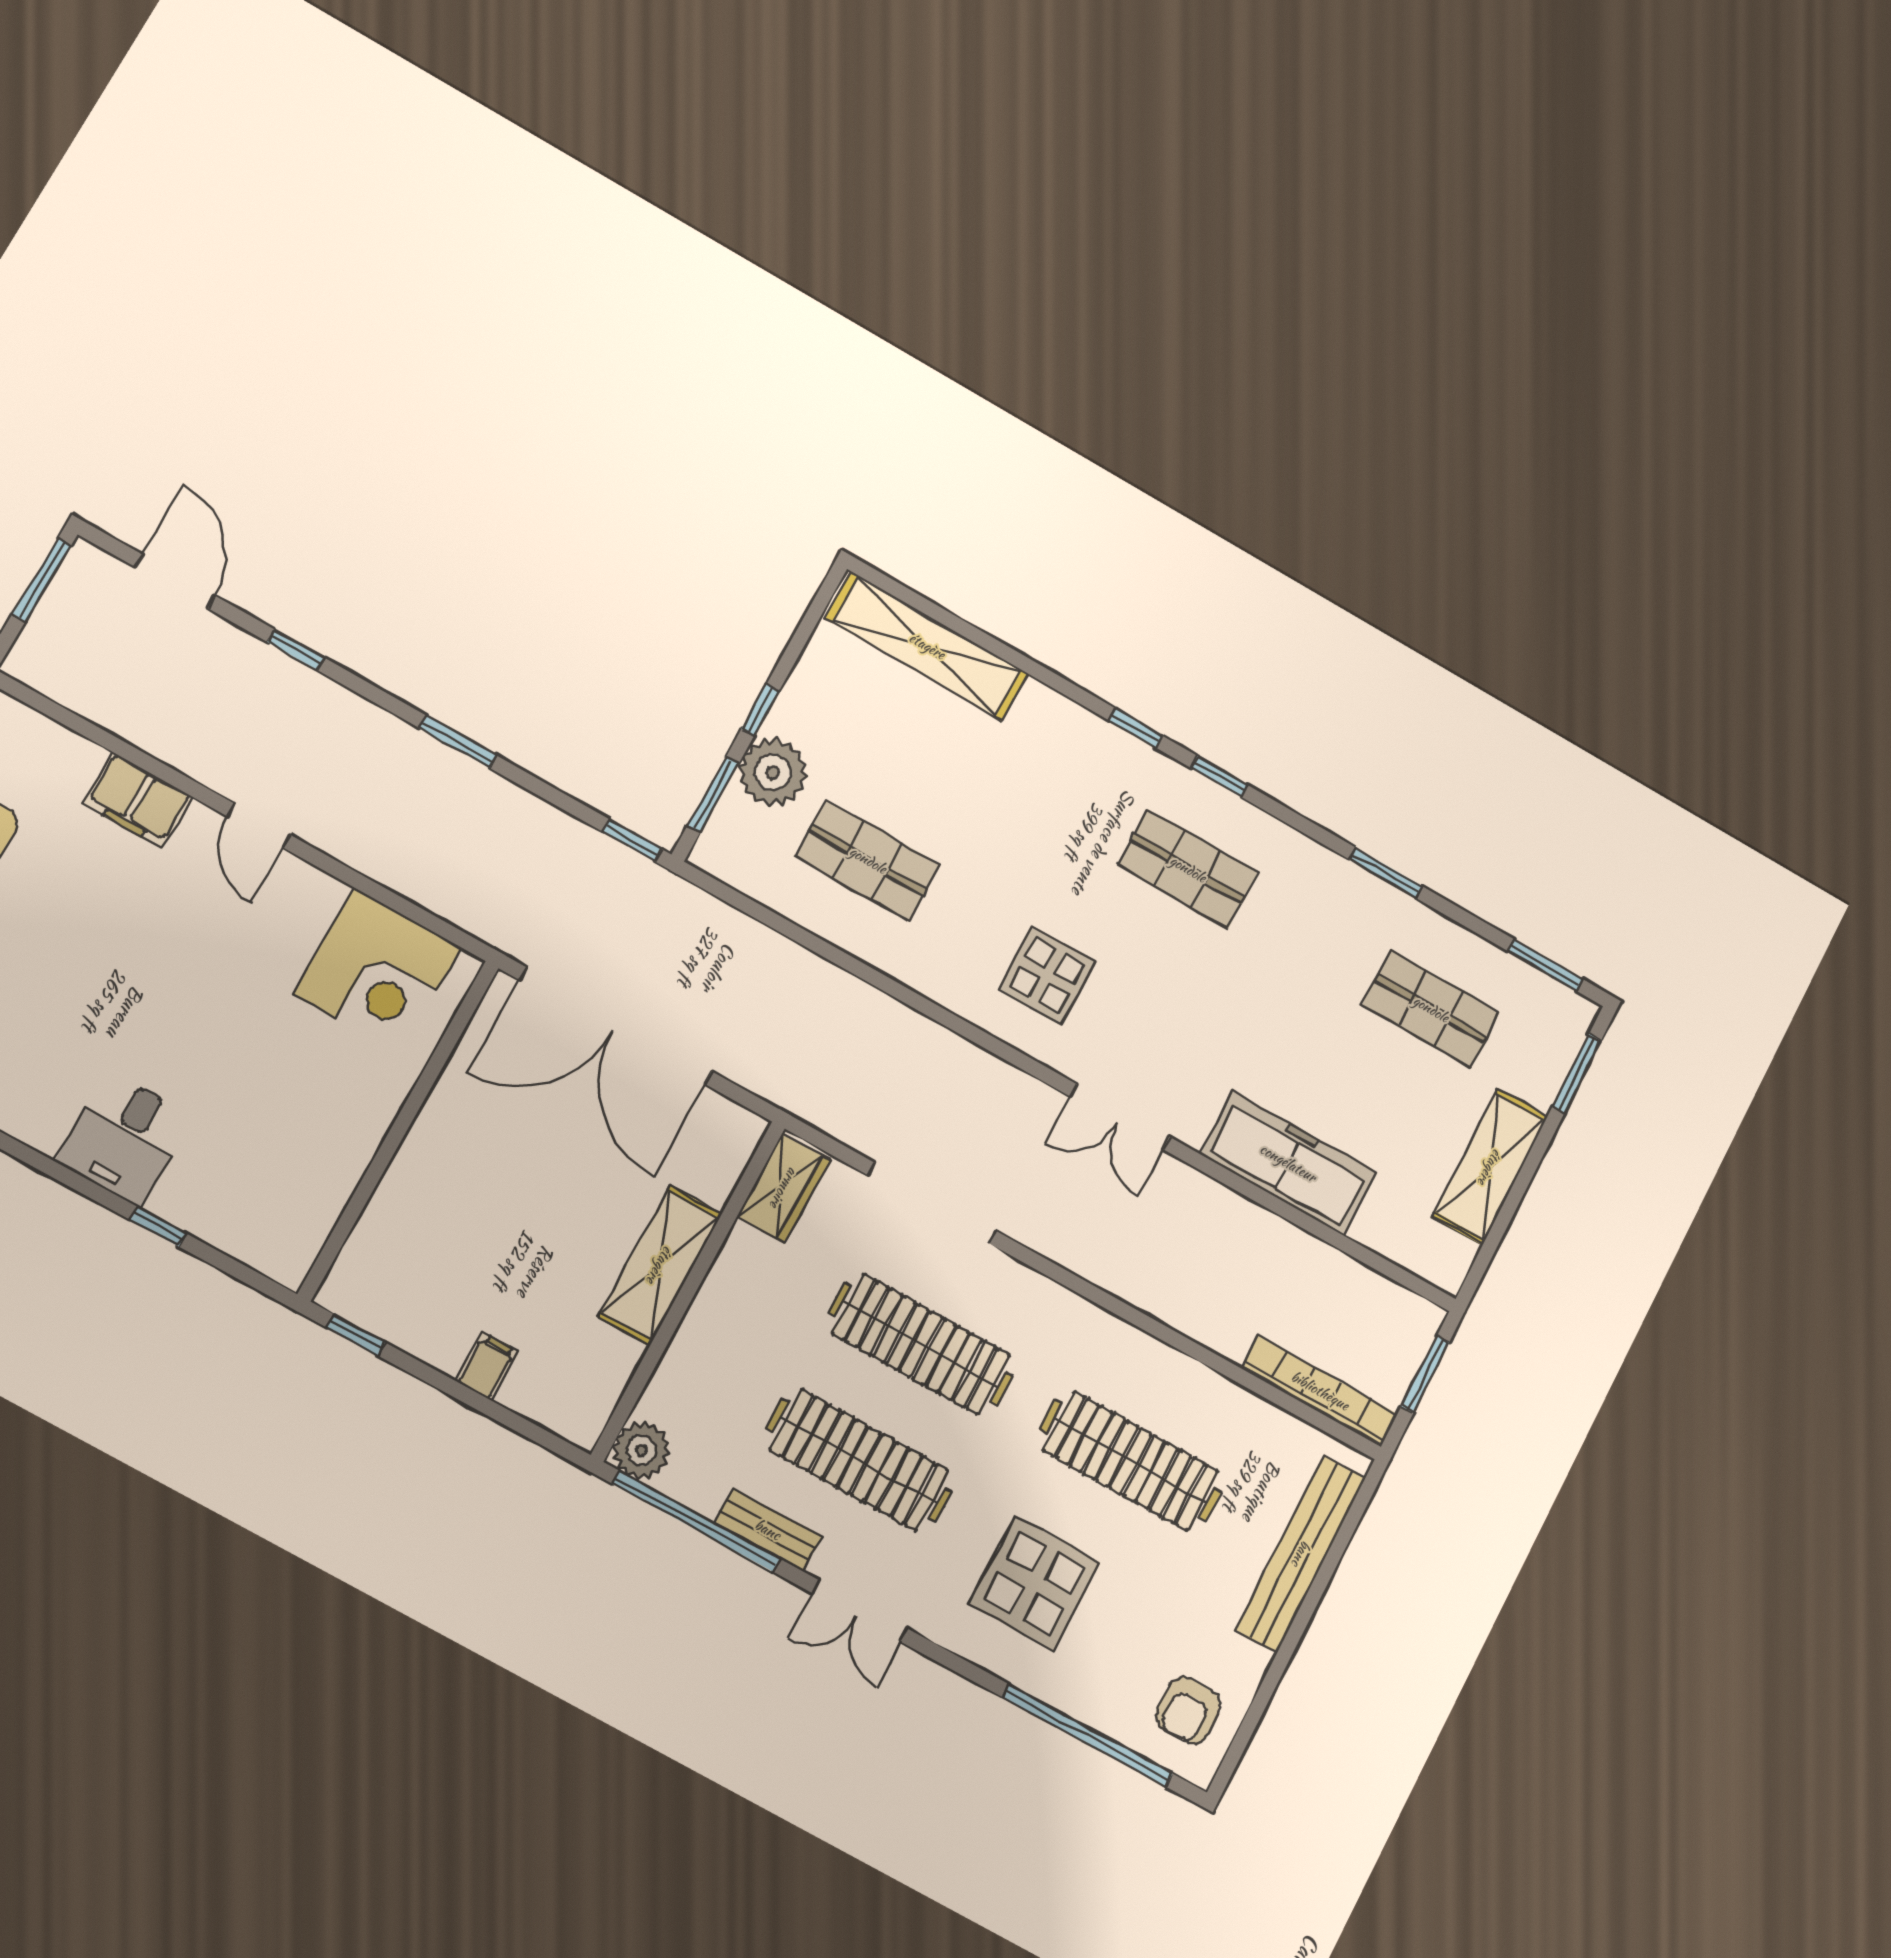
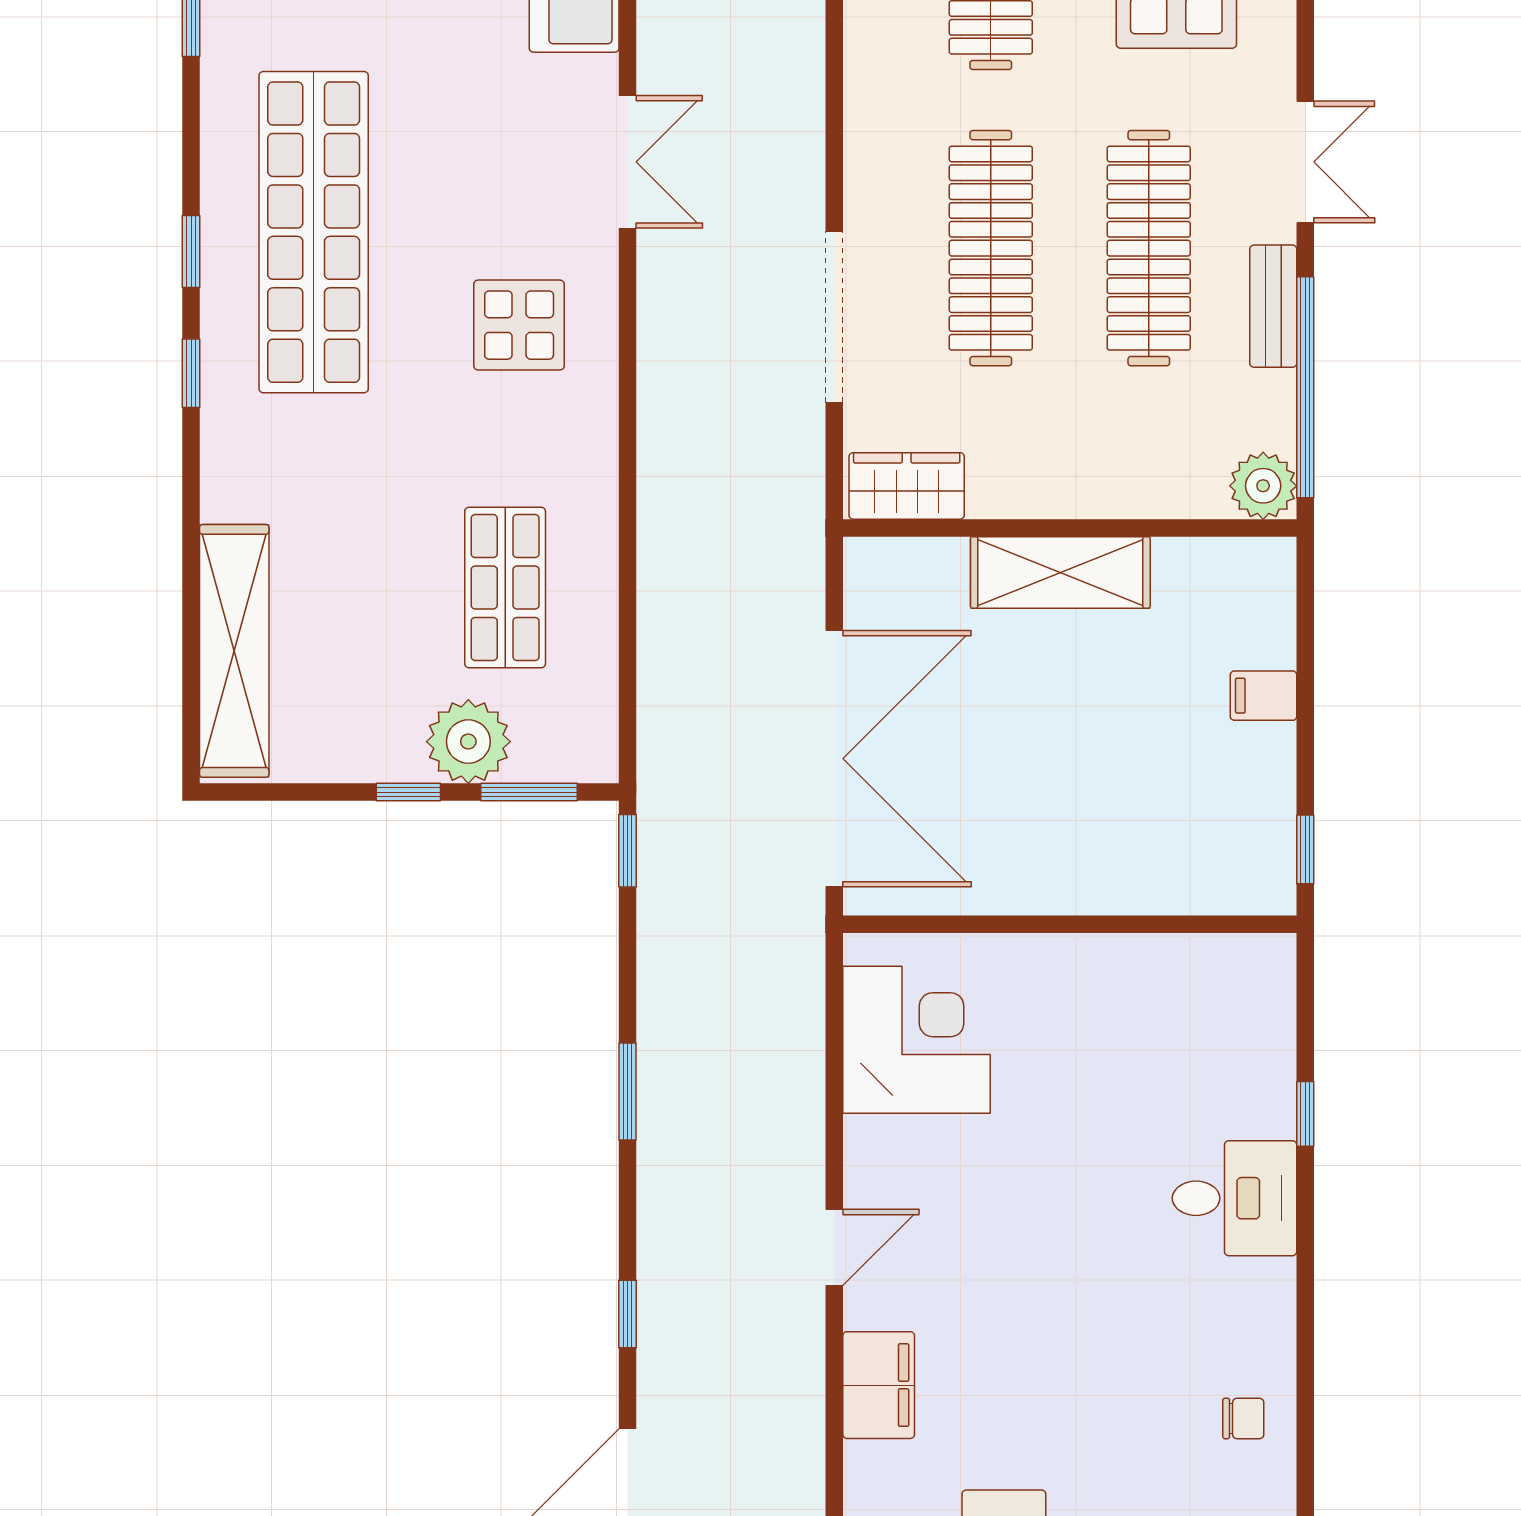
shop shelf: (1188, 869) -> (314, 232), width x2.00, depth x1.36

